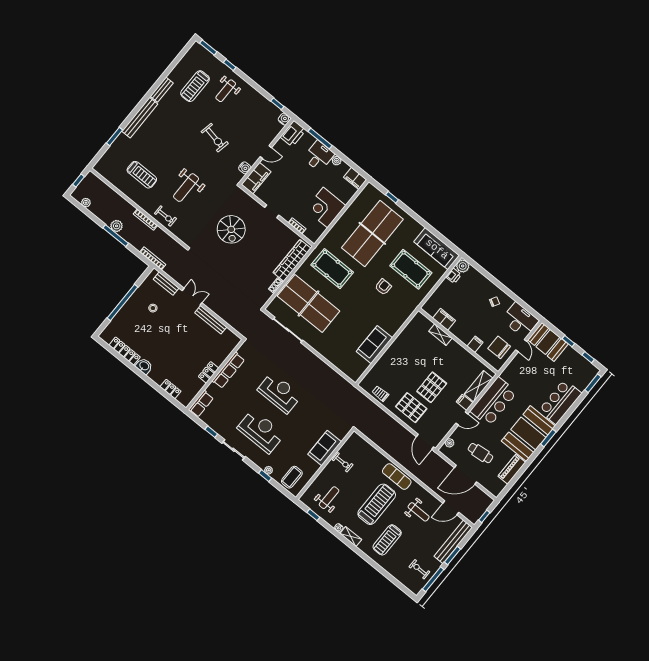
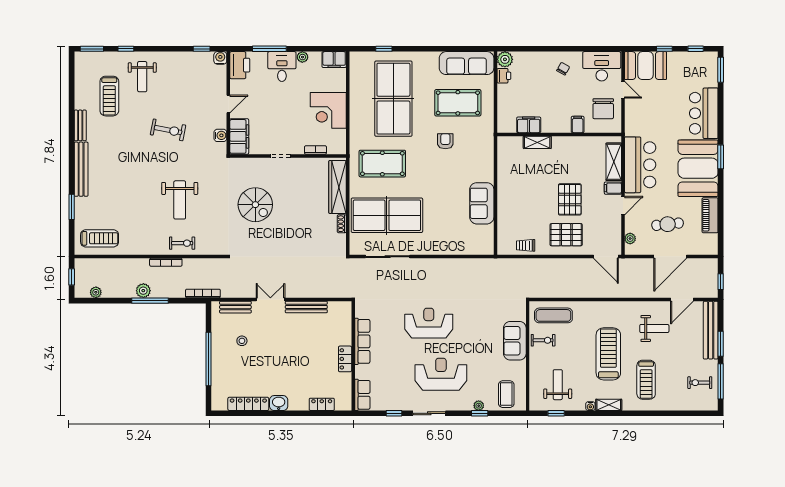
treadmill: (142, 175) -> (100, 238), moved
chair: (499, 347) -> (603, 109), turned -90
exercise mat: (397, 477) -> (553, 315), moved

